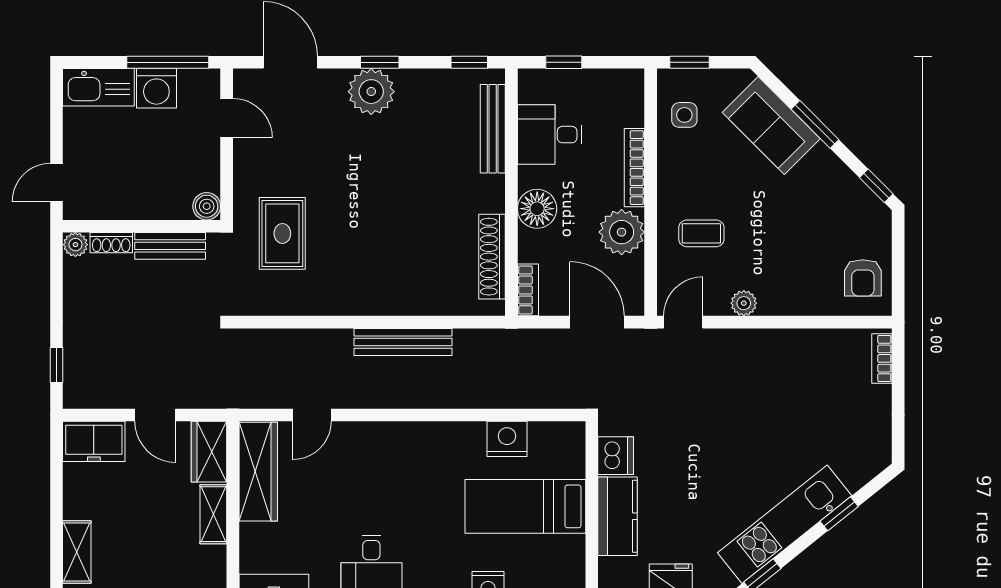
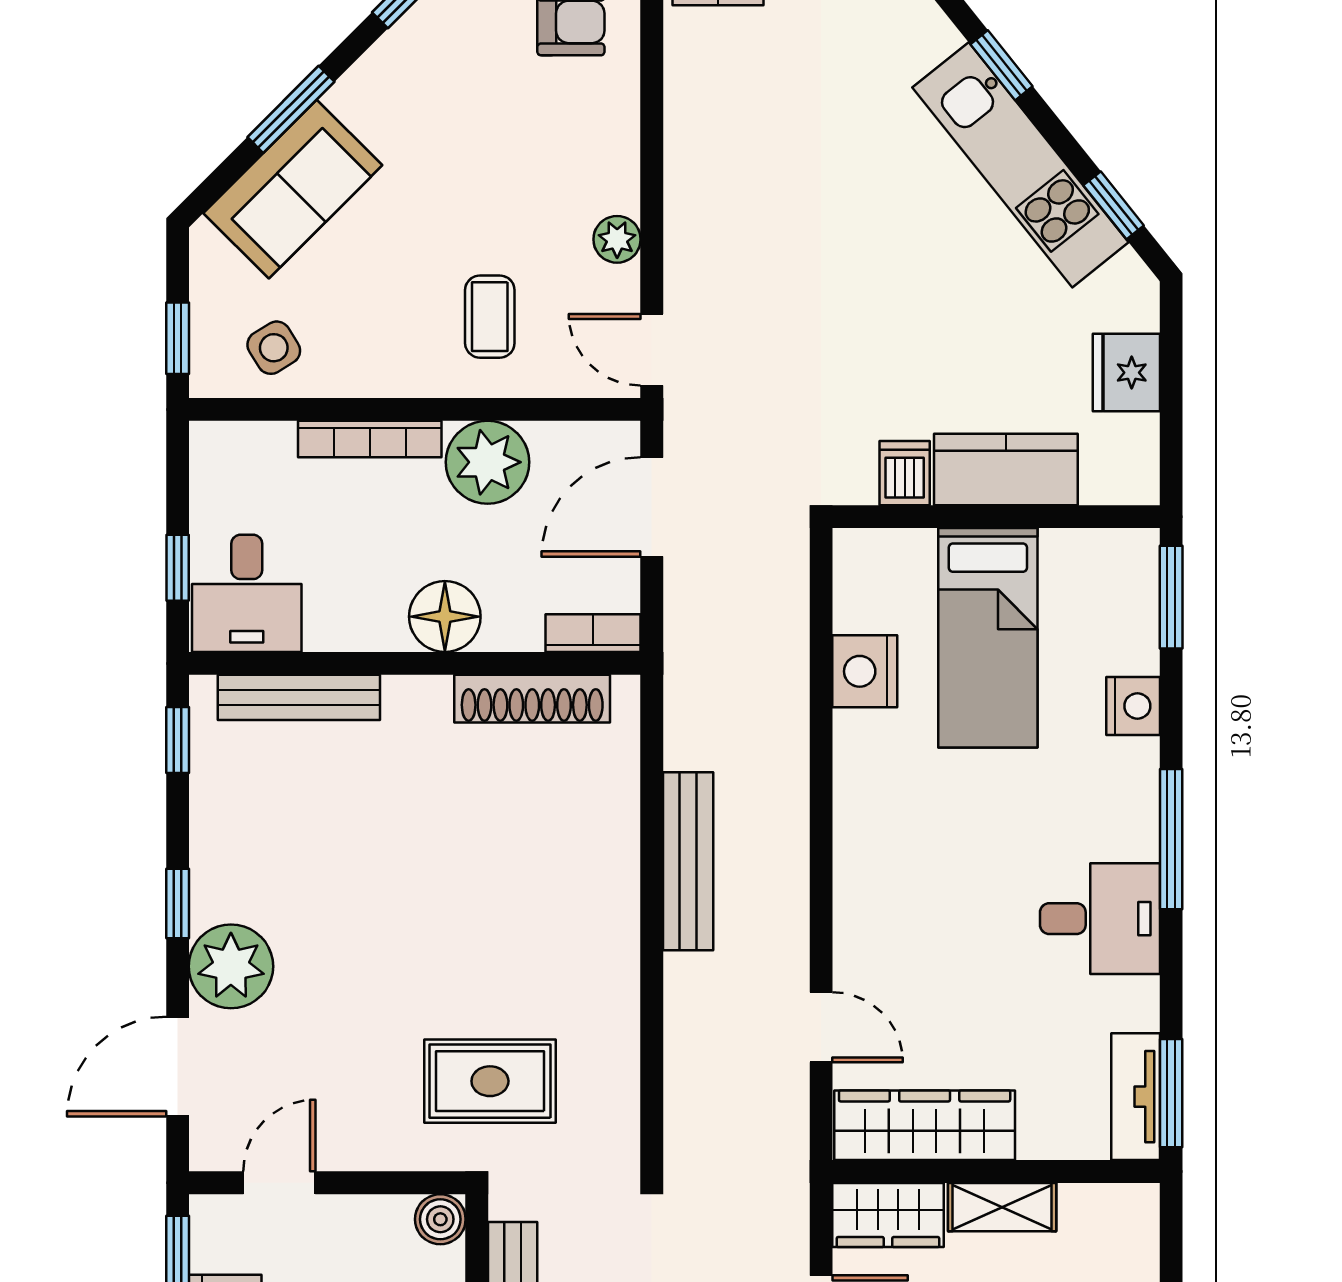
plant: (371, 92) -> (231, 966), moved
side table: (684, 115) -> (274, 348), turned -32
desk: (550, 135) -> (247, 593), moved
dishwasher: (616, 456) -> (905, 473), width x0.73

